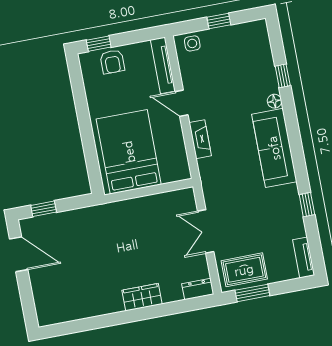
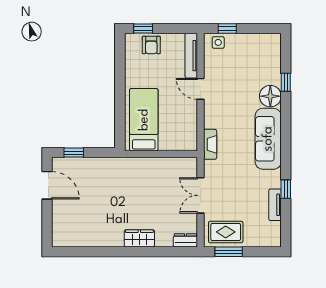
window: (219, 21) -> (227, 28), moved
floor lamp: (274, 101) -> (270, 96), width x1.89, depth x1.89
fireplace: (200, 139) -> (210, 144), moved
bed: (129, 152) -> (144, 120), width x0.67
tv unit: (304, 258) -> (275, 205), moved

